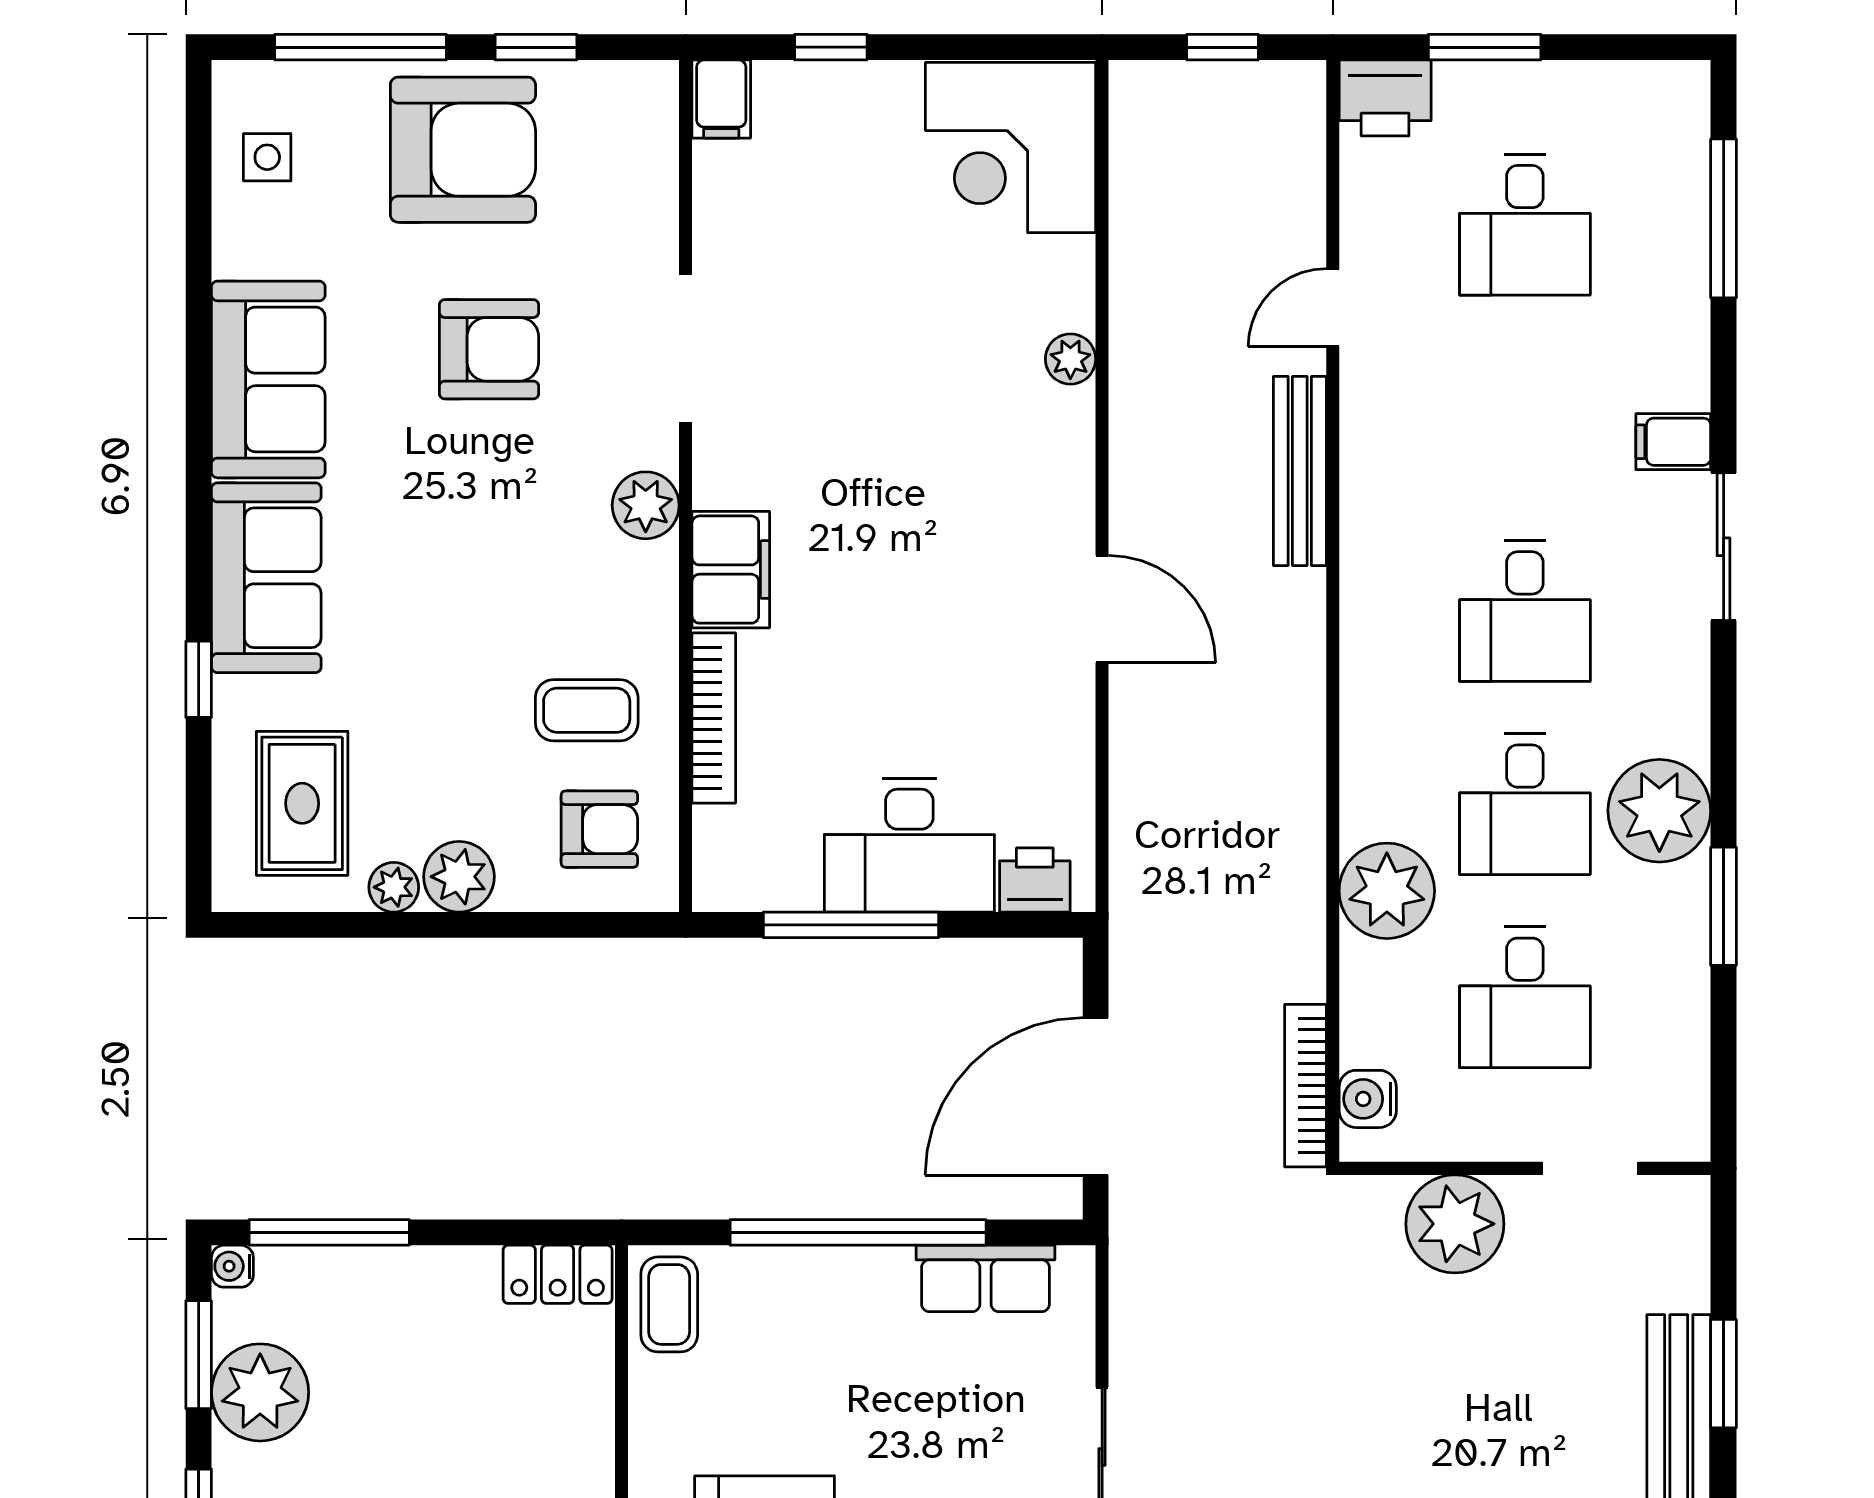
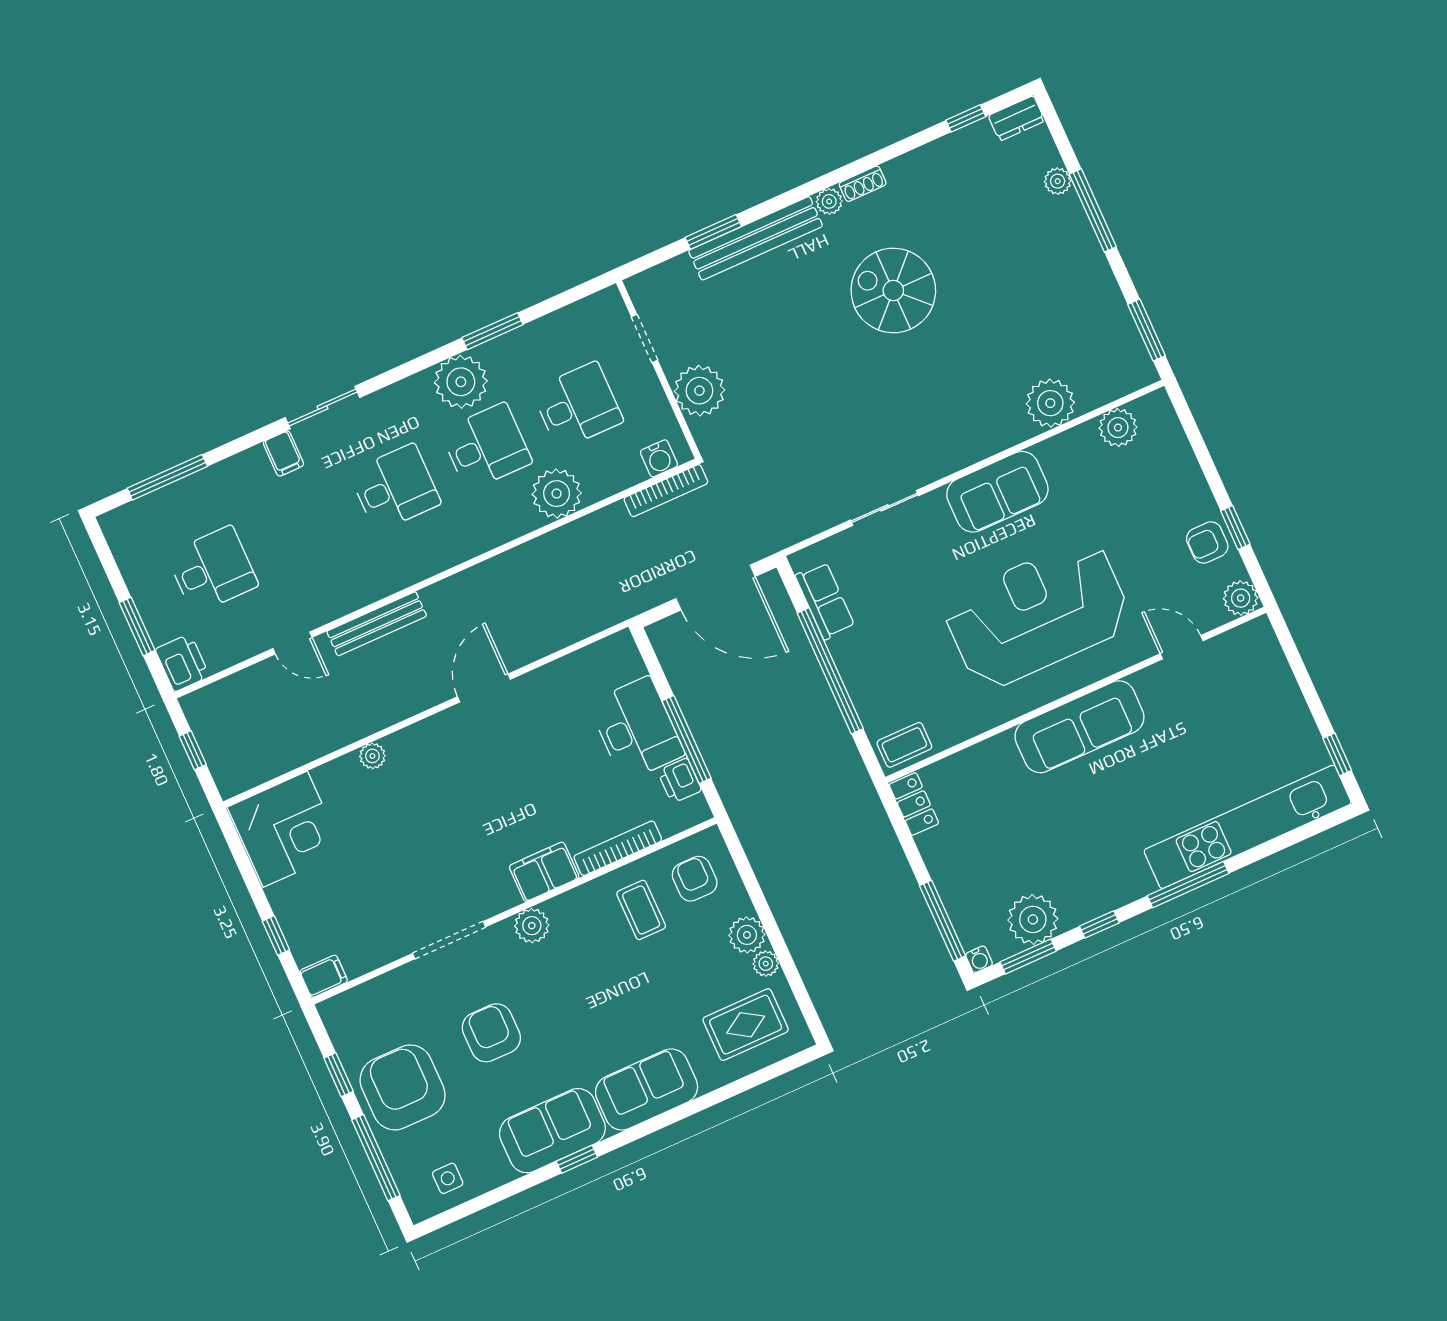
window: (199, 679) -> (577, 1159), moved
printer: (1035, 880) -> (679, 781), moved

